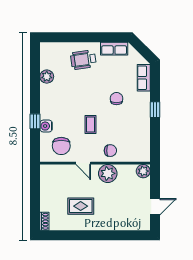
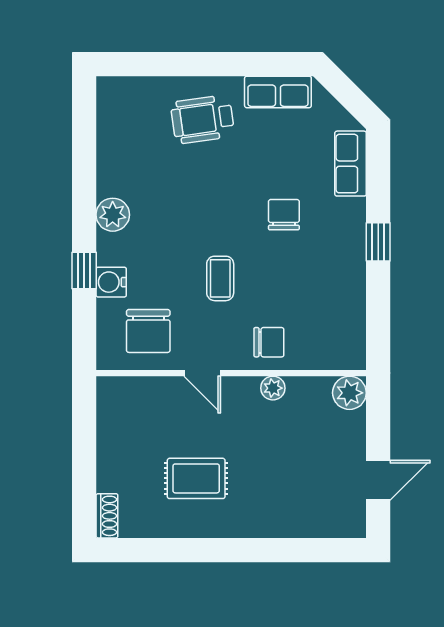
plant: (47, 77) -> (113, 215), moved
plant: (108, 173) -> (273, 388), width x0.53, depth x0.53

